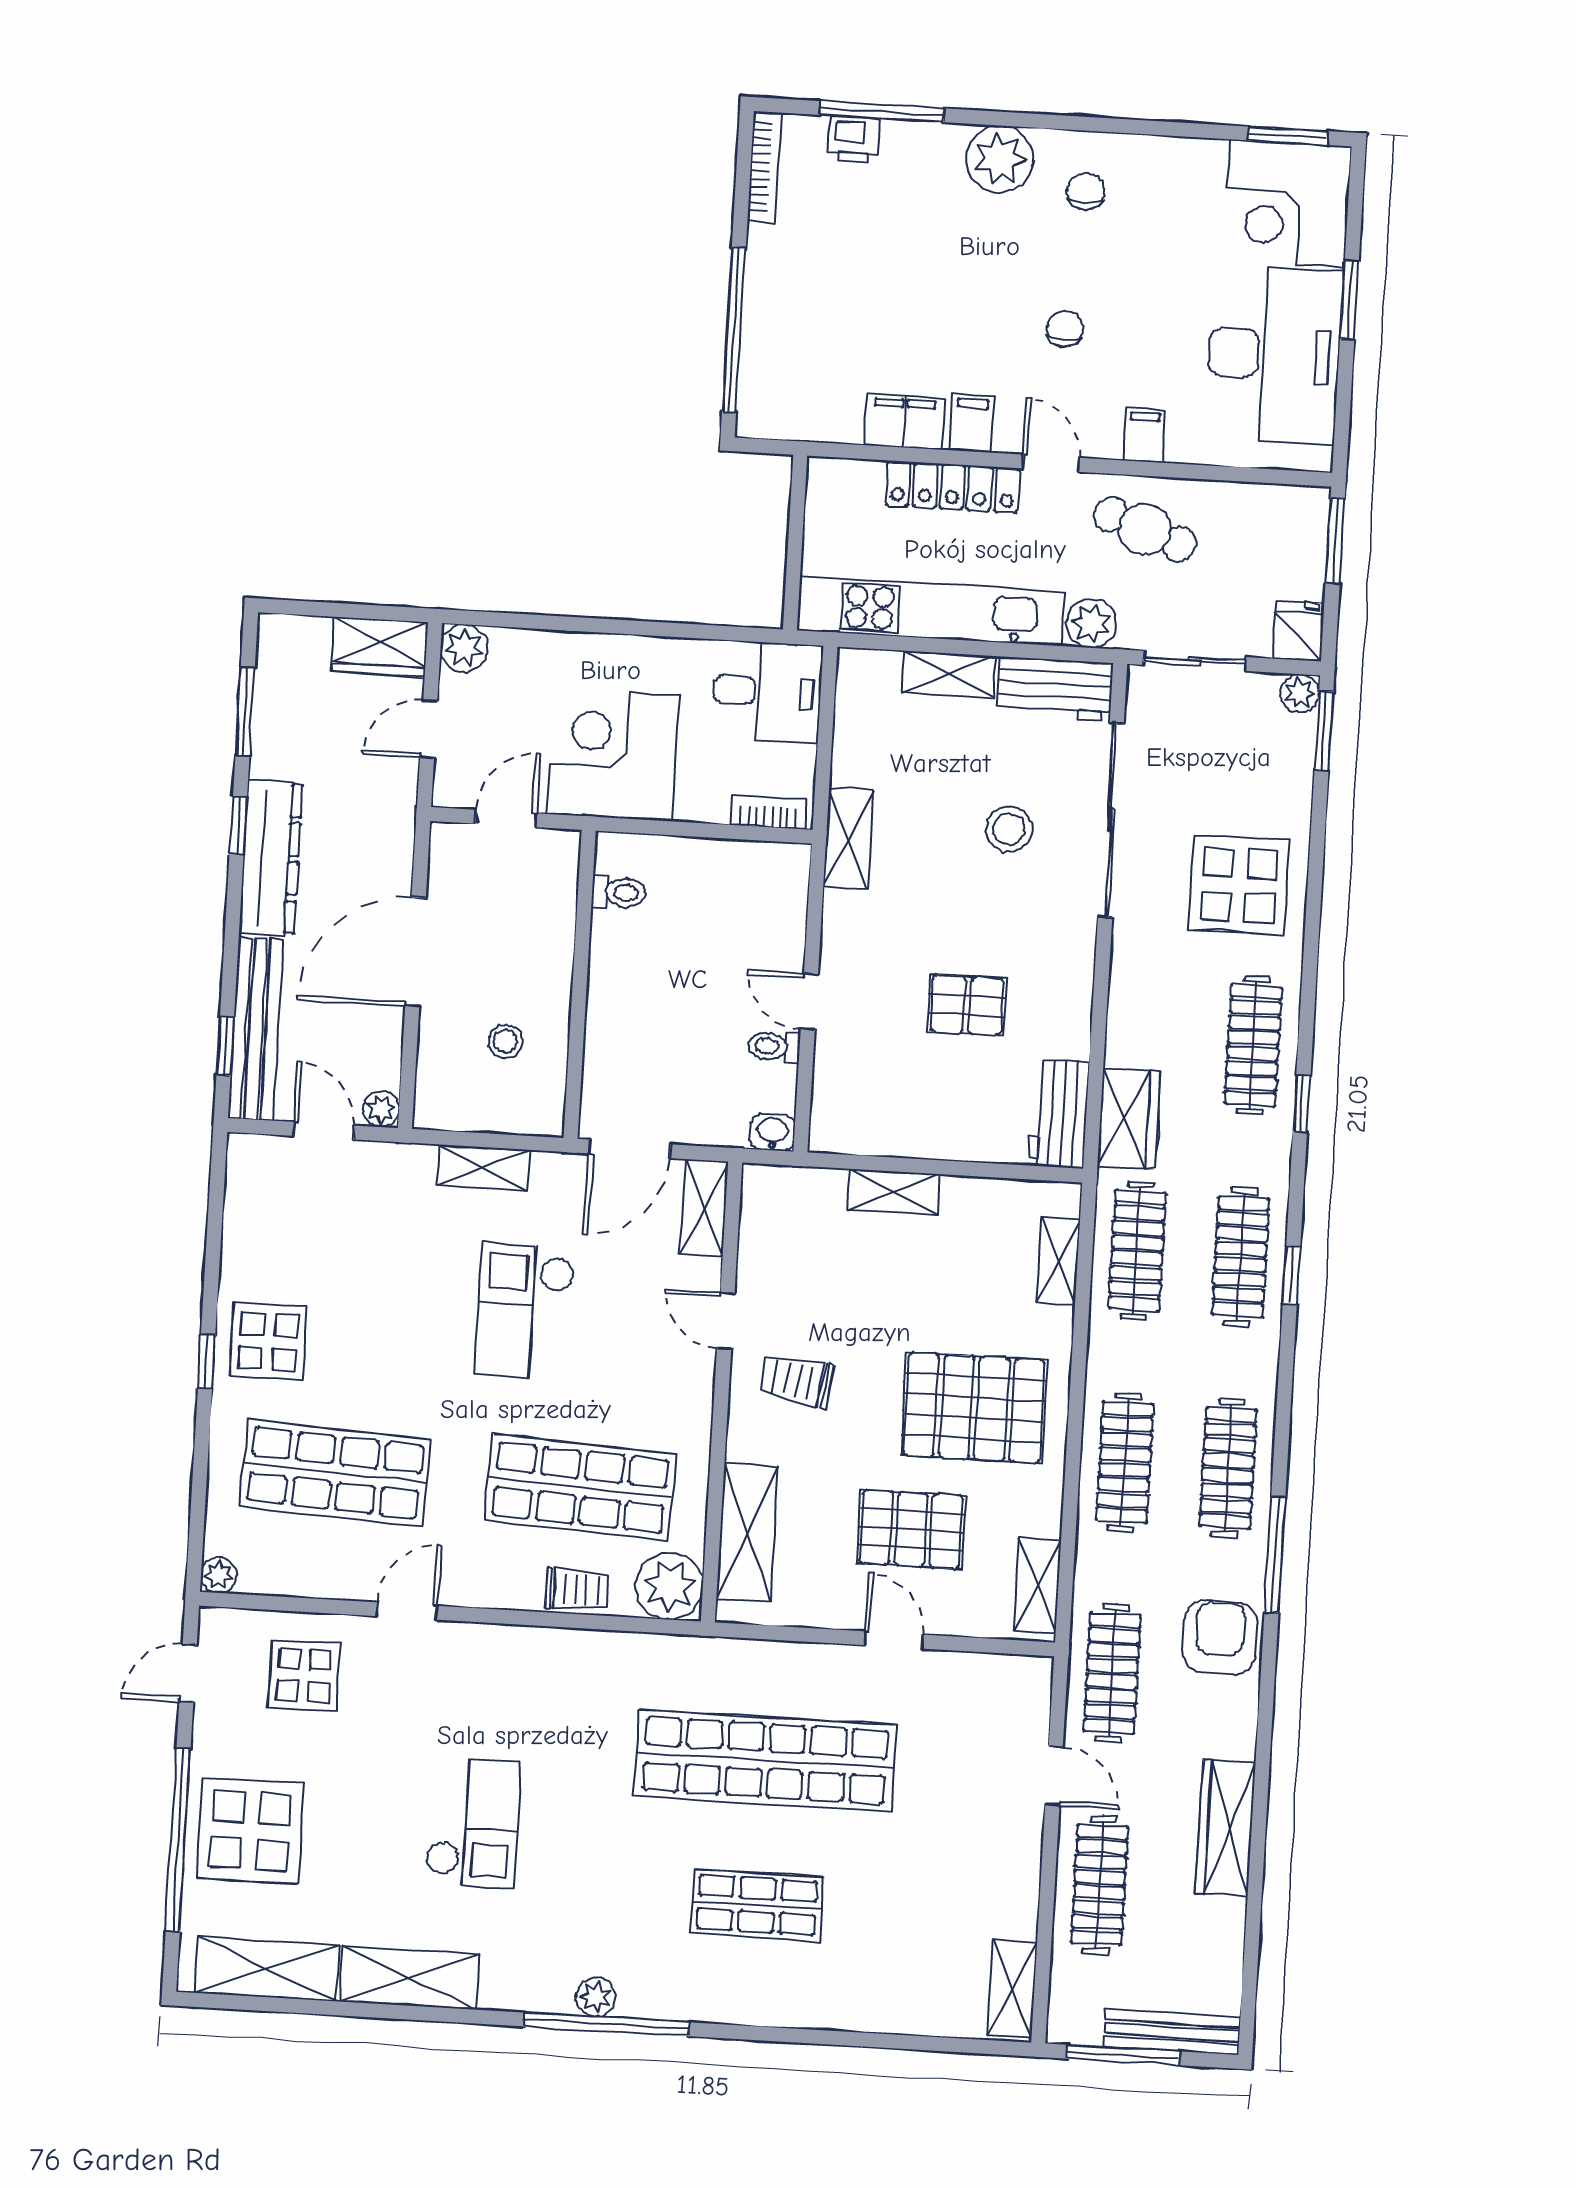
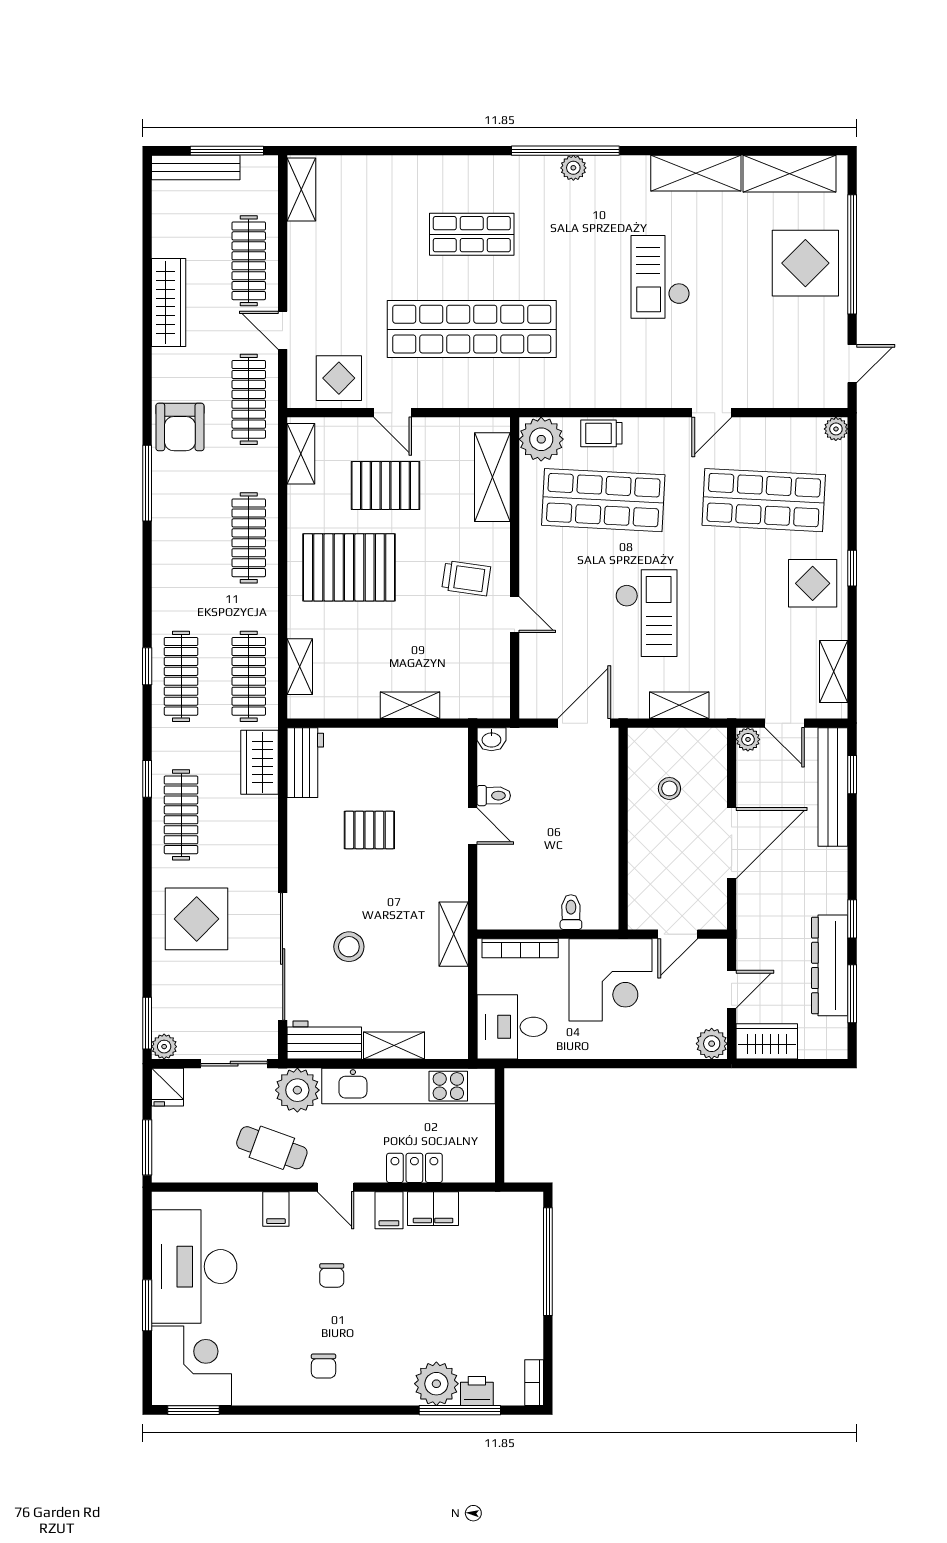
plant: (1000, 159) -> (436, 1384), moved
bookcase: (765, 167) -> (534, 1383), width x0.64
locker: (952, 487) -> (414, 1168), width x0.66
plant: (1091, 623) -> (297, 1090), width x1.36, depth x1.36
bookcase: (769, 812) -> (520, 948), width x1.56
dresser: (271, 858) -> (830, 965), moved
toilet: (619, 892) -> (571, 912), moved, turned 90
shelving: (704, 1208) -> (834, 672), moved
clothes rail: (1228, 1468) -> (181, 538), removed
display table: (304, 1675) -> (339, 378), moved

